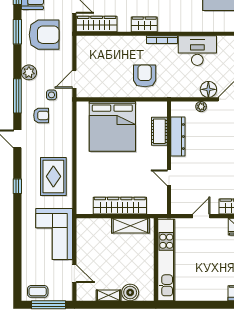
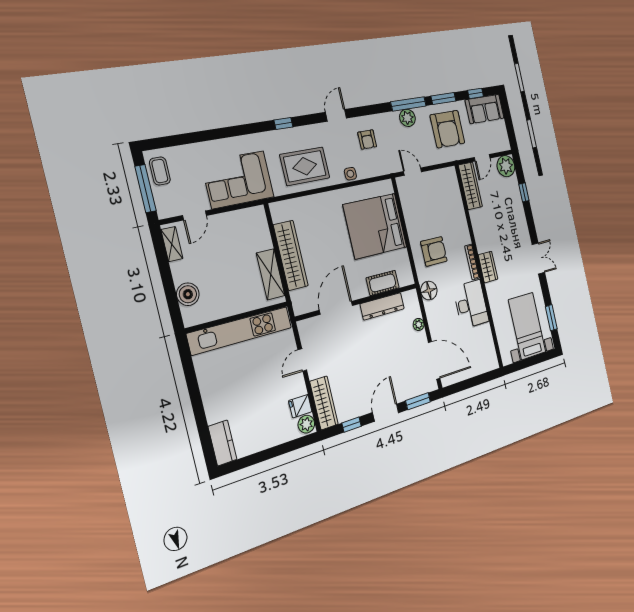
wardrobe: (144, 24) -> (488, 267), moved
floor lamp: (208, 89) -> (429, 291), moved
side table: (52, 95) -> (350, 174), moved
window: (17, 96) -> (408, 104), moved
door: (169, 178) -> (336, 308), width x1.88
door: (201, 216) -> (302, 360), swing flipped
shelving: (108, 295) -> (172, 244), moved

